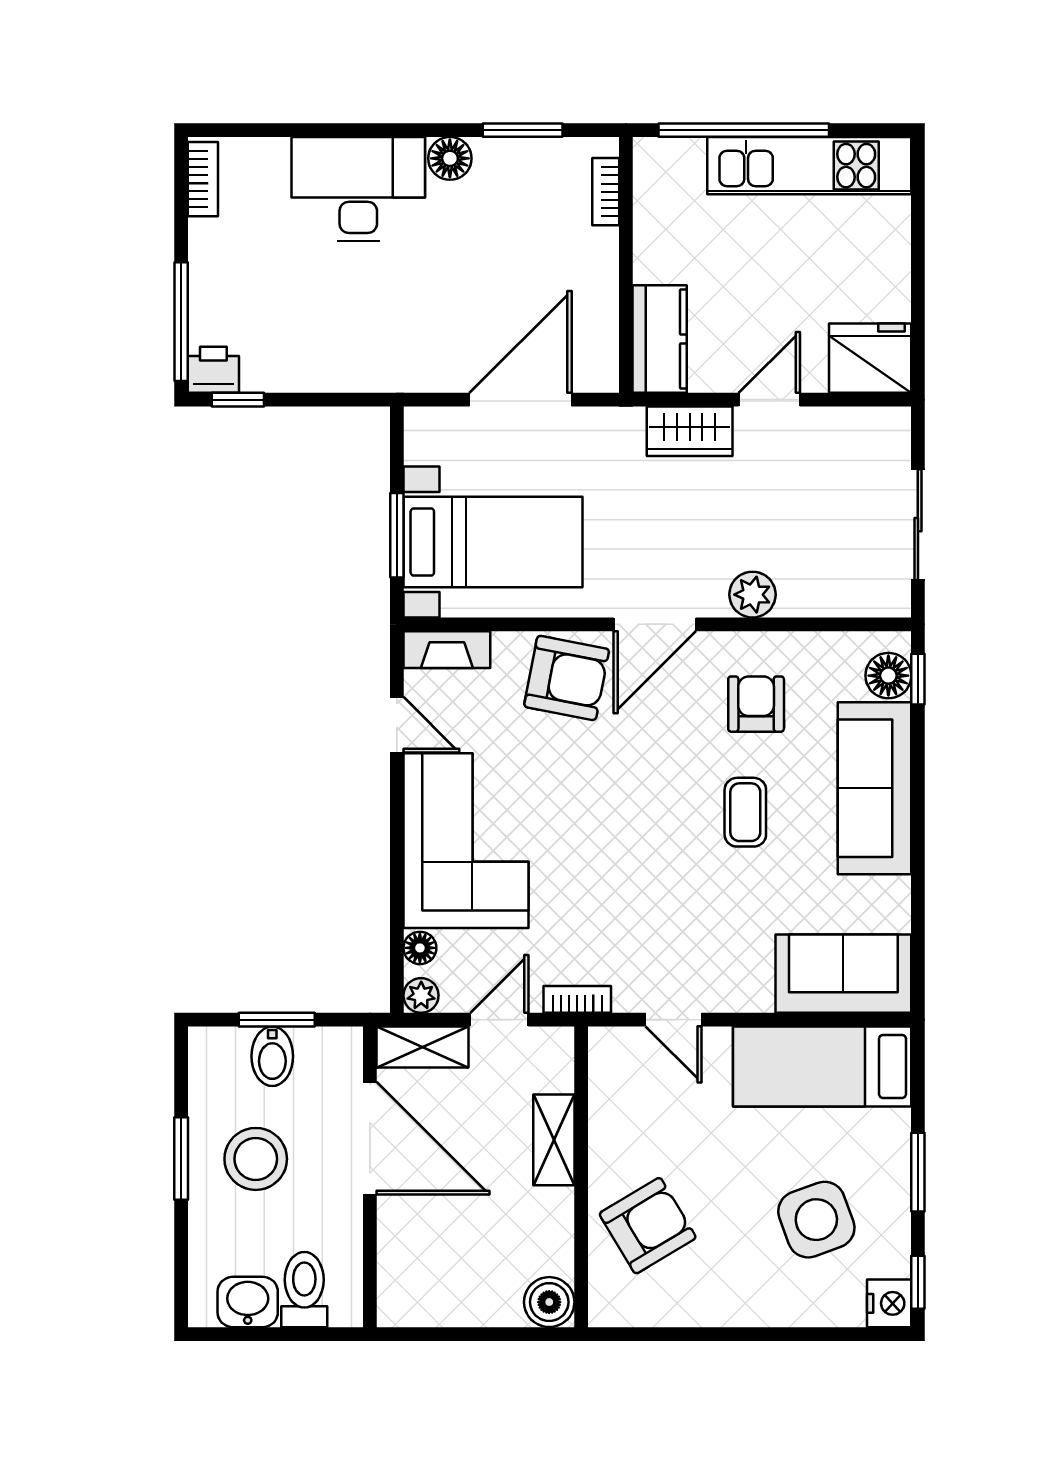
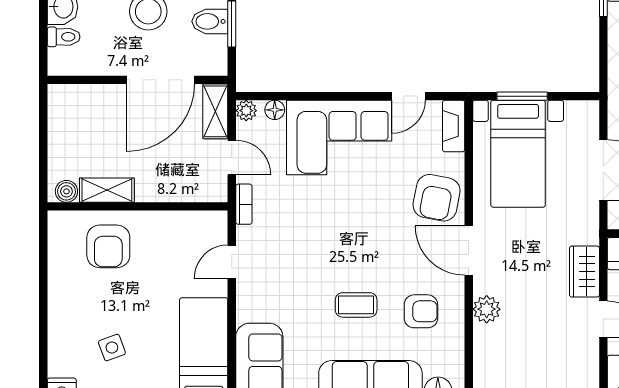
shelving: (554, 1140) -> (107, 190), moved
side table: (816, 1220) -> (112, 348), width x0.54, depth x0.54
armchair: (648, 1226) -> (108, 246), turned 31
toilet: (304, 1290) -> (64, 37), width x0.73, depth x0.72
boiler: (549, 1302) -> (66, 191), width x0.73, depth x0.73

